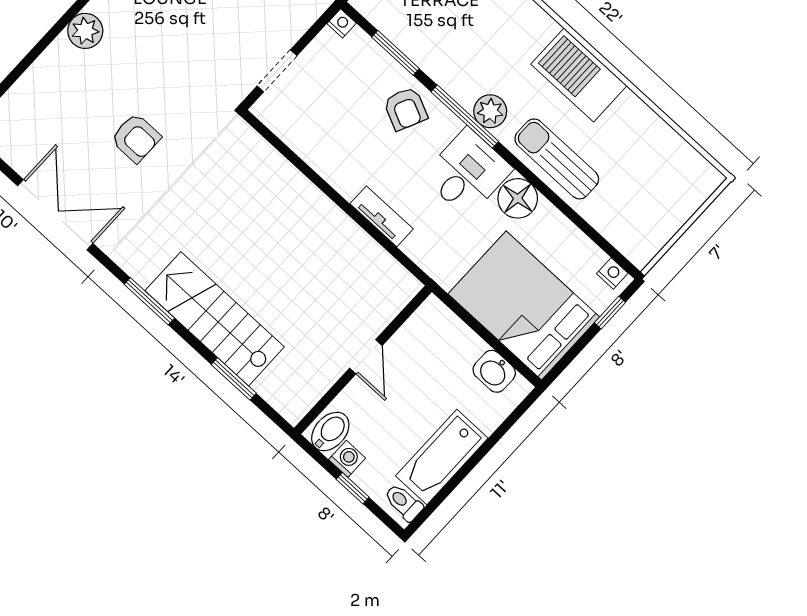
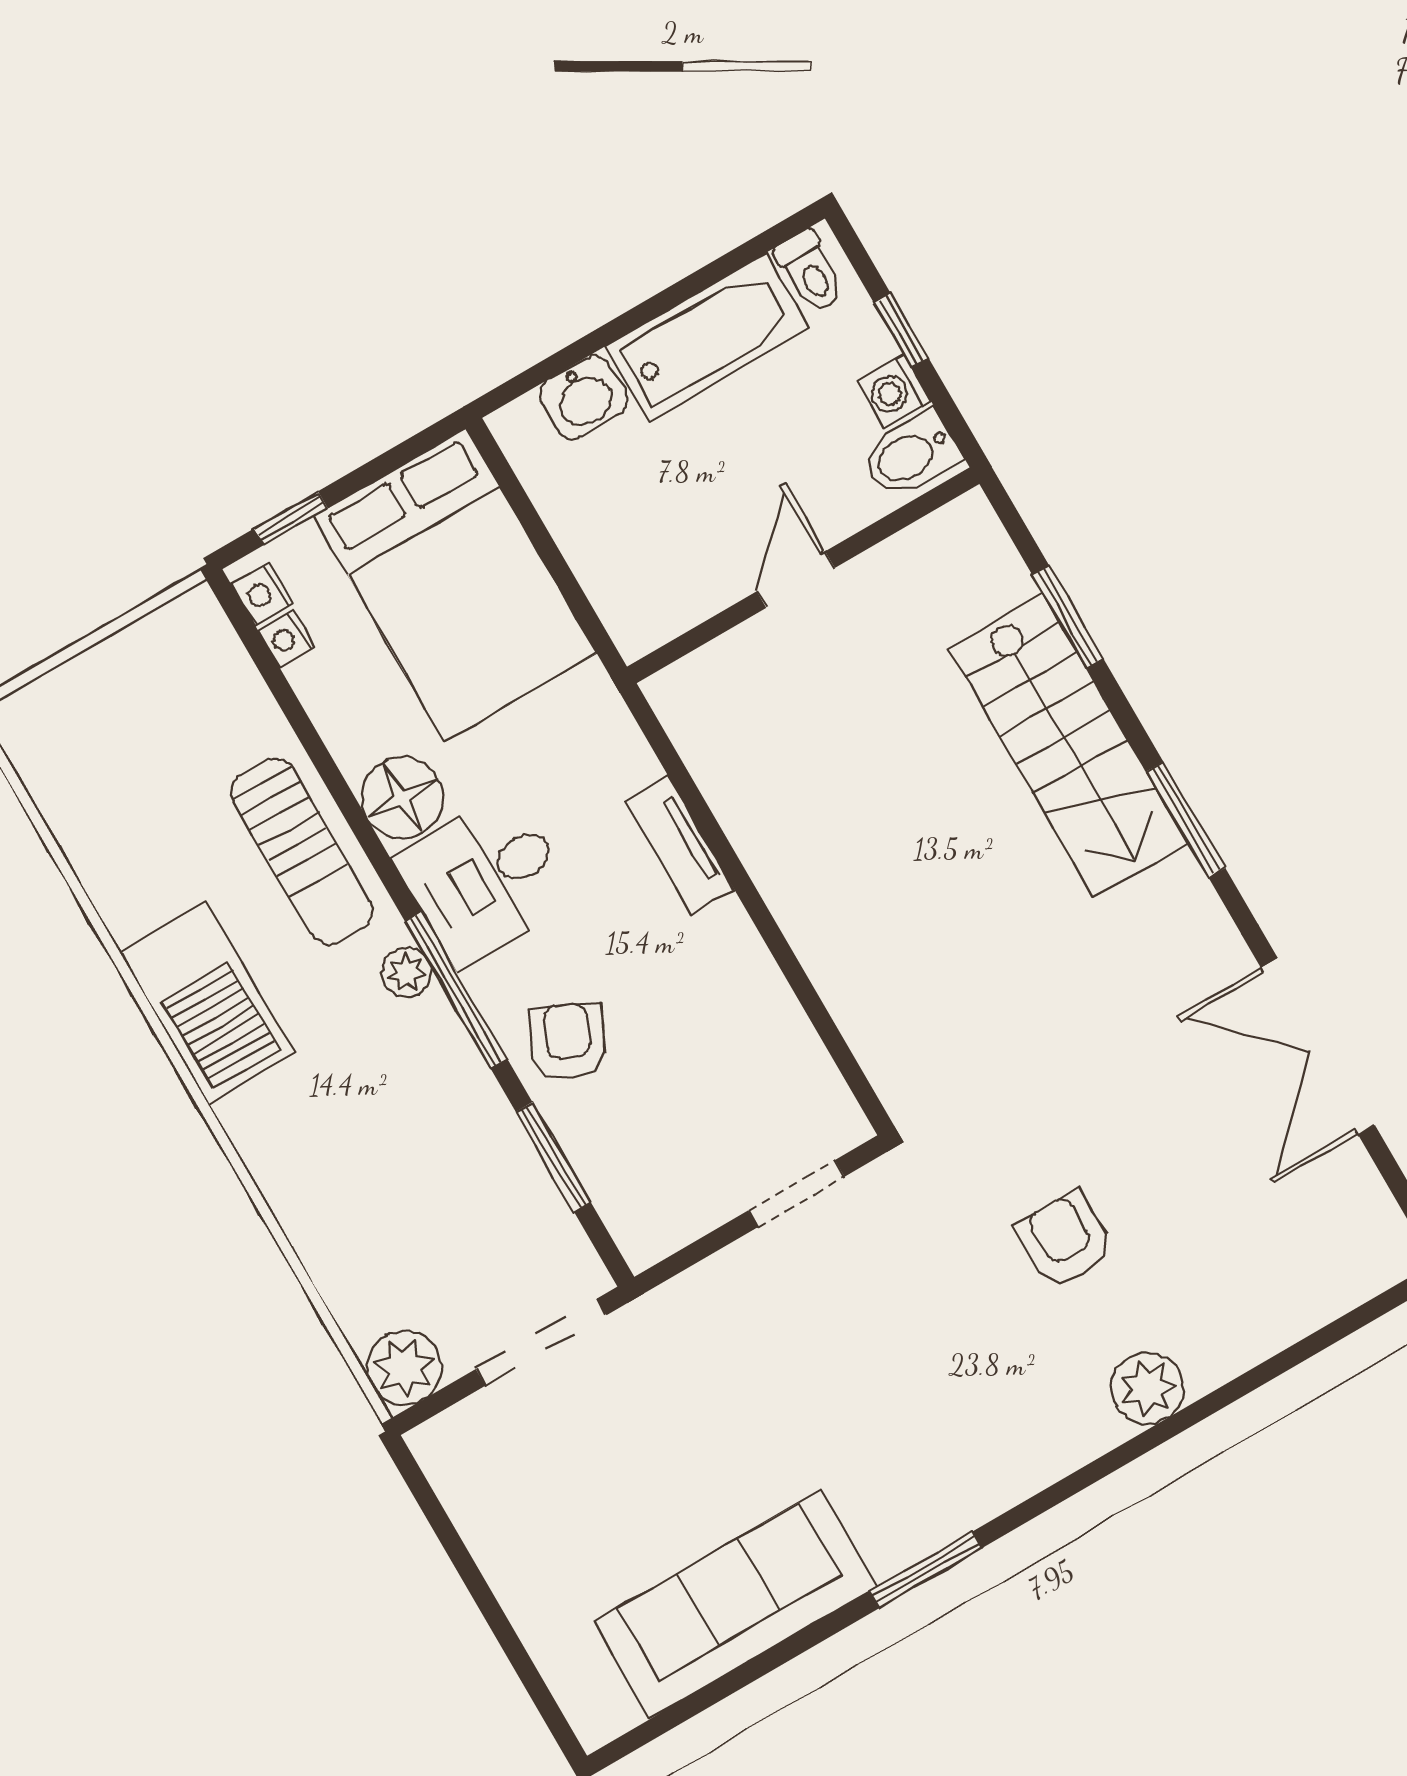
nightstand: (342, 23) -> (287, 638), moved
plant: (490, 111) -> (407, 973), width x0.73, depth x0.73
armchair: (136, 138) -> (1065, 1240), moved
washbasin: (494, 371) -> (584, 397), moved, turned 90

